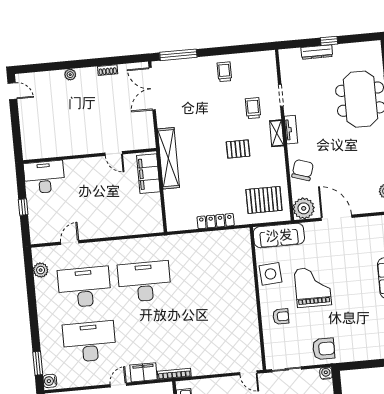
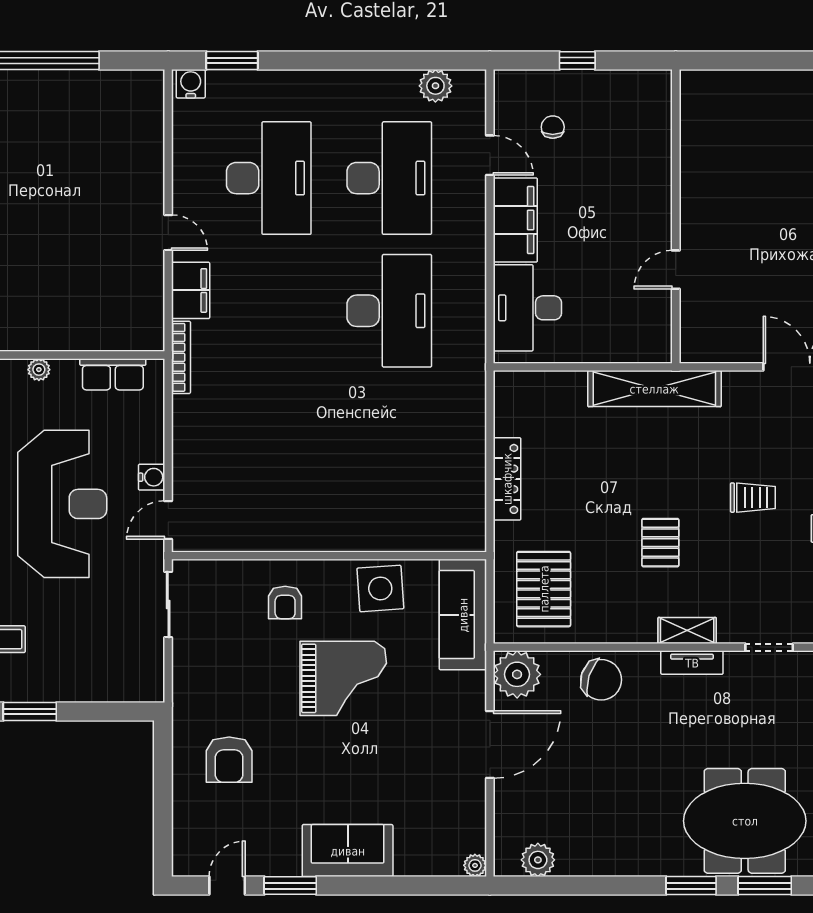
trolley: (253, 108) -> (753, 498), moved
filing cabinet: (148, 174) -> (515, 220), moved, turned 90
desk: (44, 177) -> (527, 308), moved, turned 180
chair: (54, 215) -> (553, 127), added
armchair: (324, 349) -> (229, 760), moved
water cooler: (326, 373) -> (152, 477), moved

